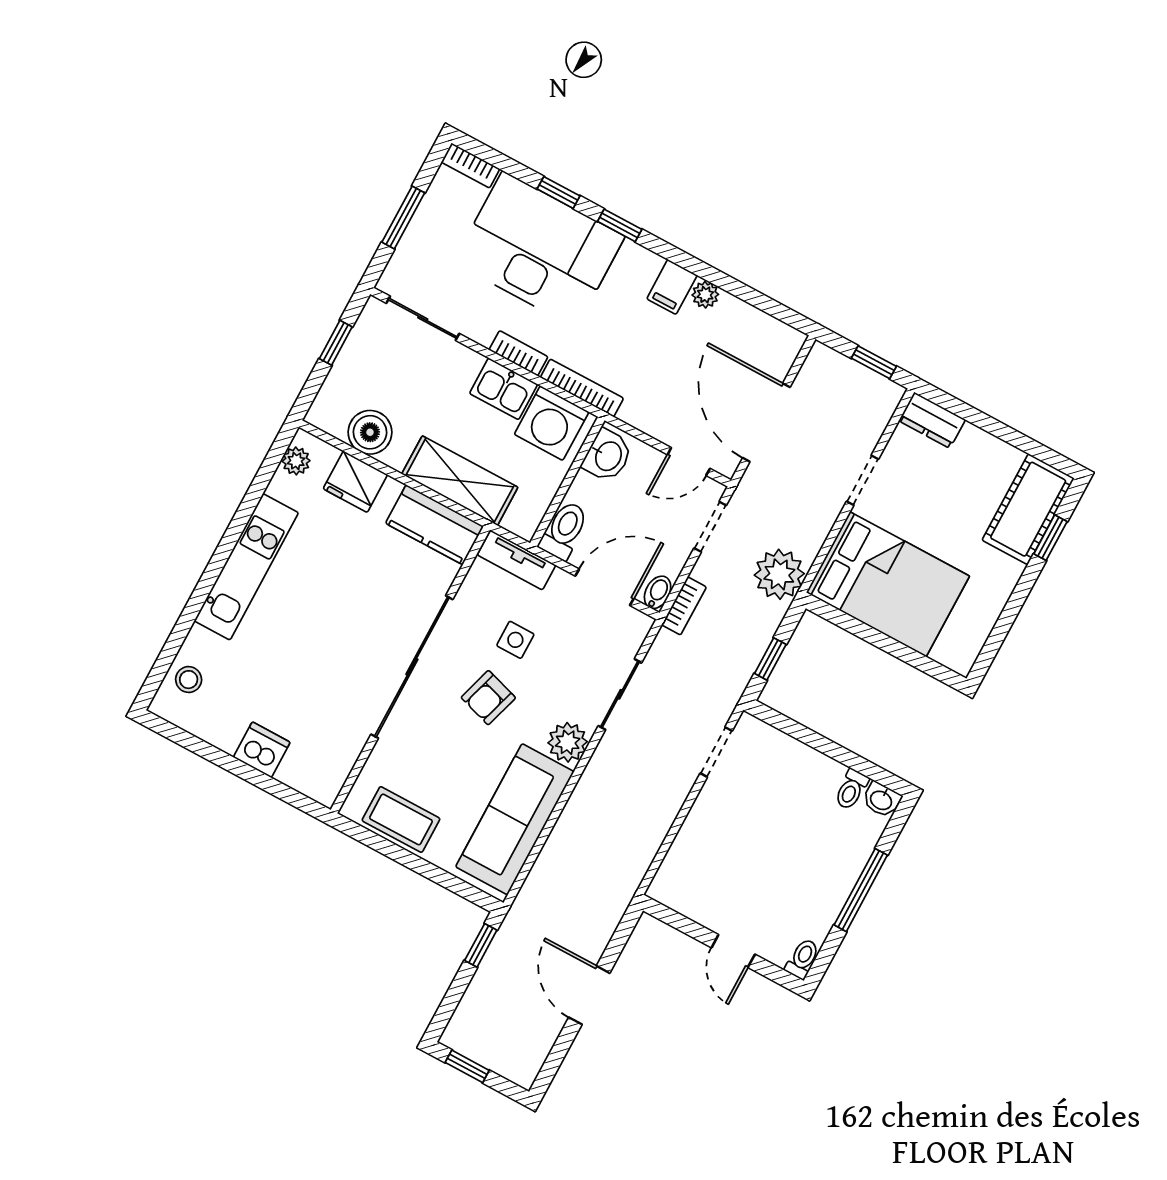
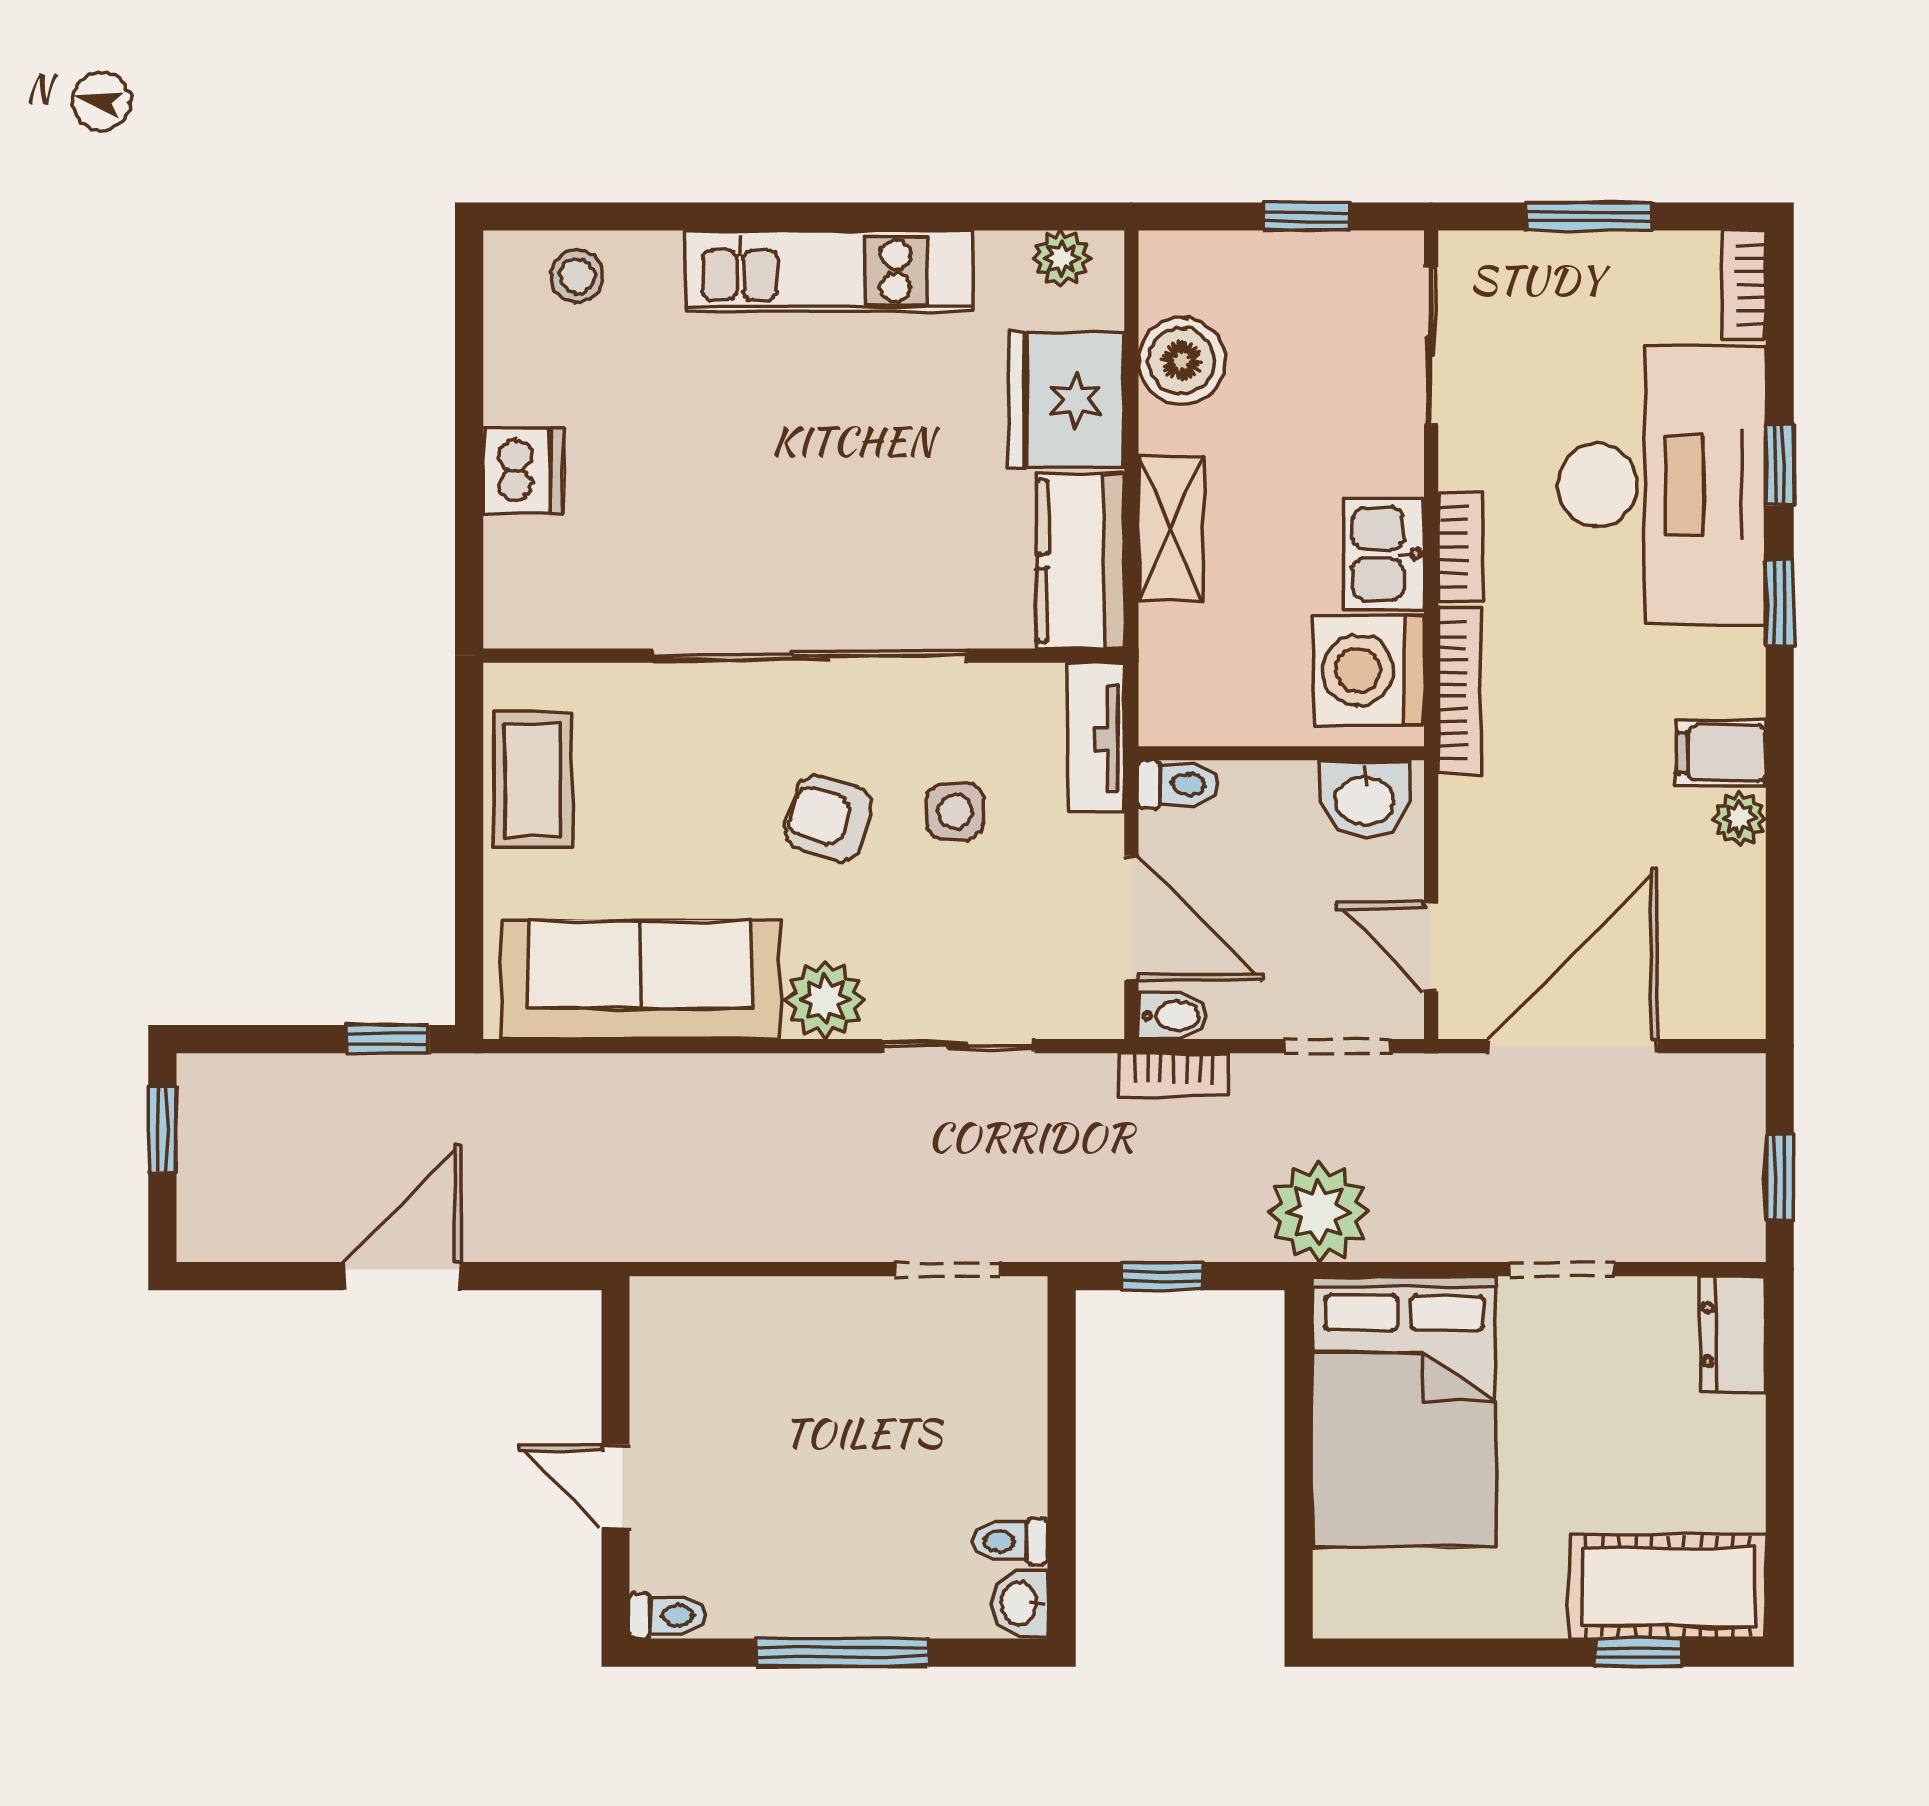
shelving: (460, 481) -> (1171, 528), width x0.67, depth x0.75
fridge: (355, 482) -> (1067, 400), width x1.36, depth x1.34
toilet: (564, 530) -> (1178, 784), width x0.73, depth x0.72
door: (733, 951) -> (615, 1487), hinge flipped

